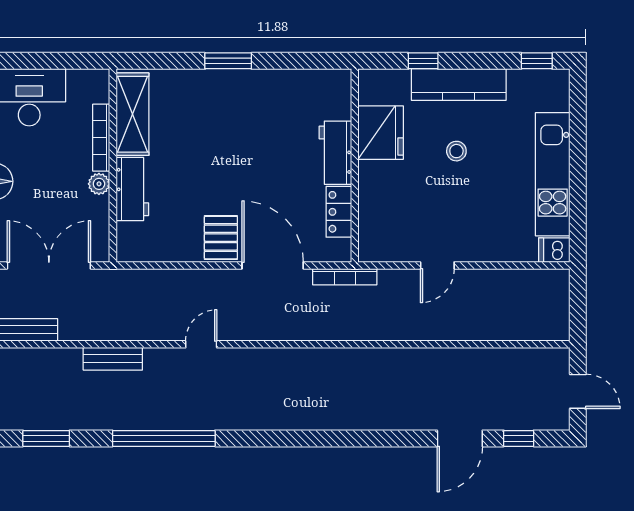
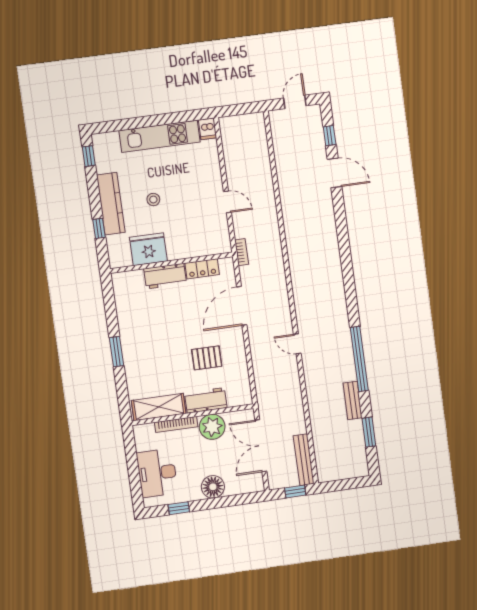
plant: (99, 184) -> (212, 427), width x1.88, depth x1.88
pallet: (221, 238) -> (207, 358), moved
bookcase: (345, 277) -> (242, 252), width x0.64
bench: (113, 359) -> (353, 400), moved

